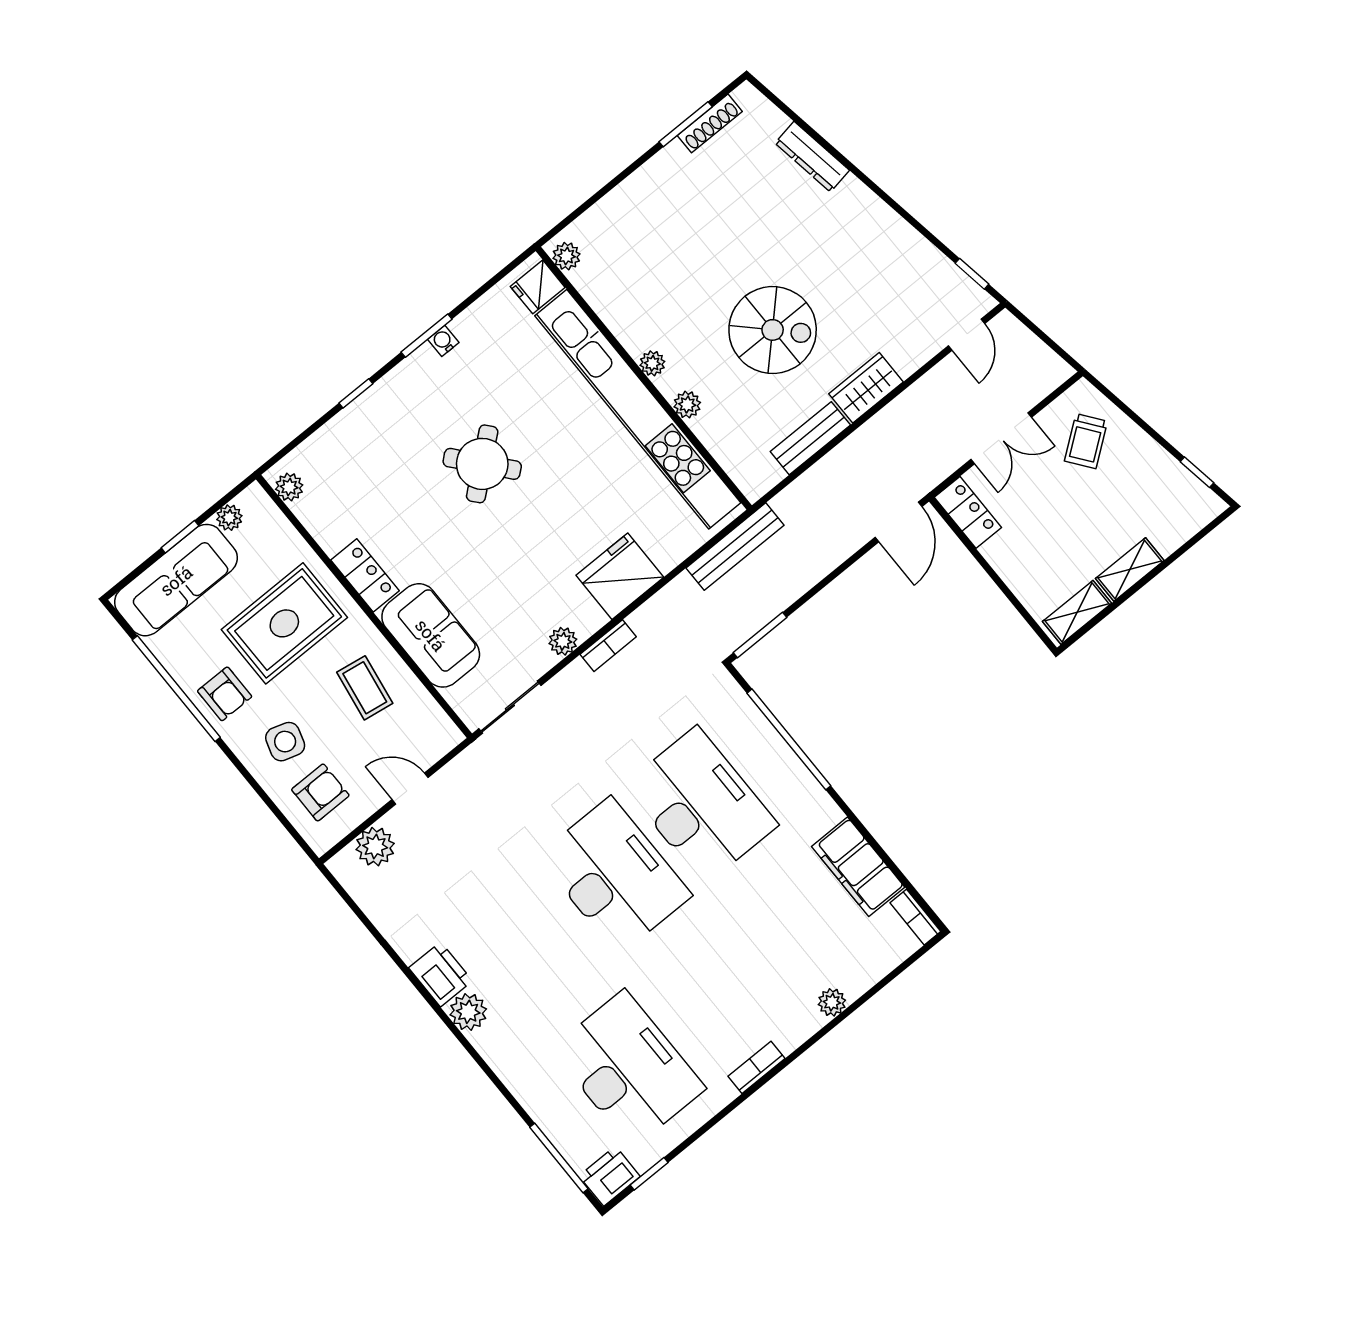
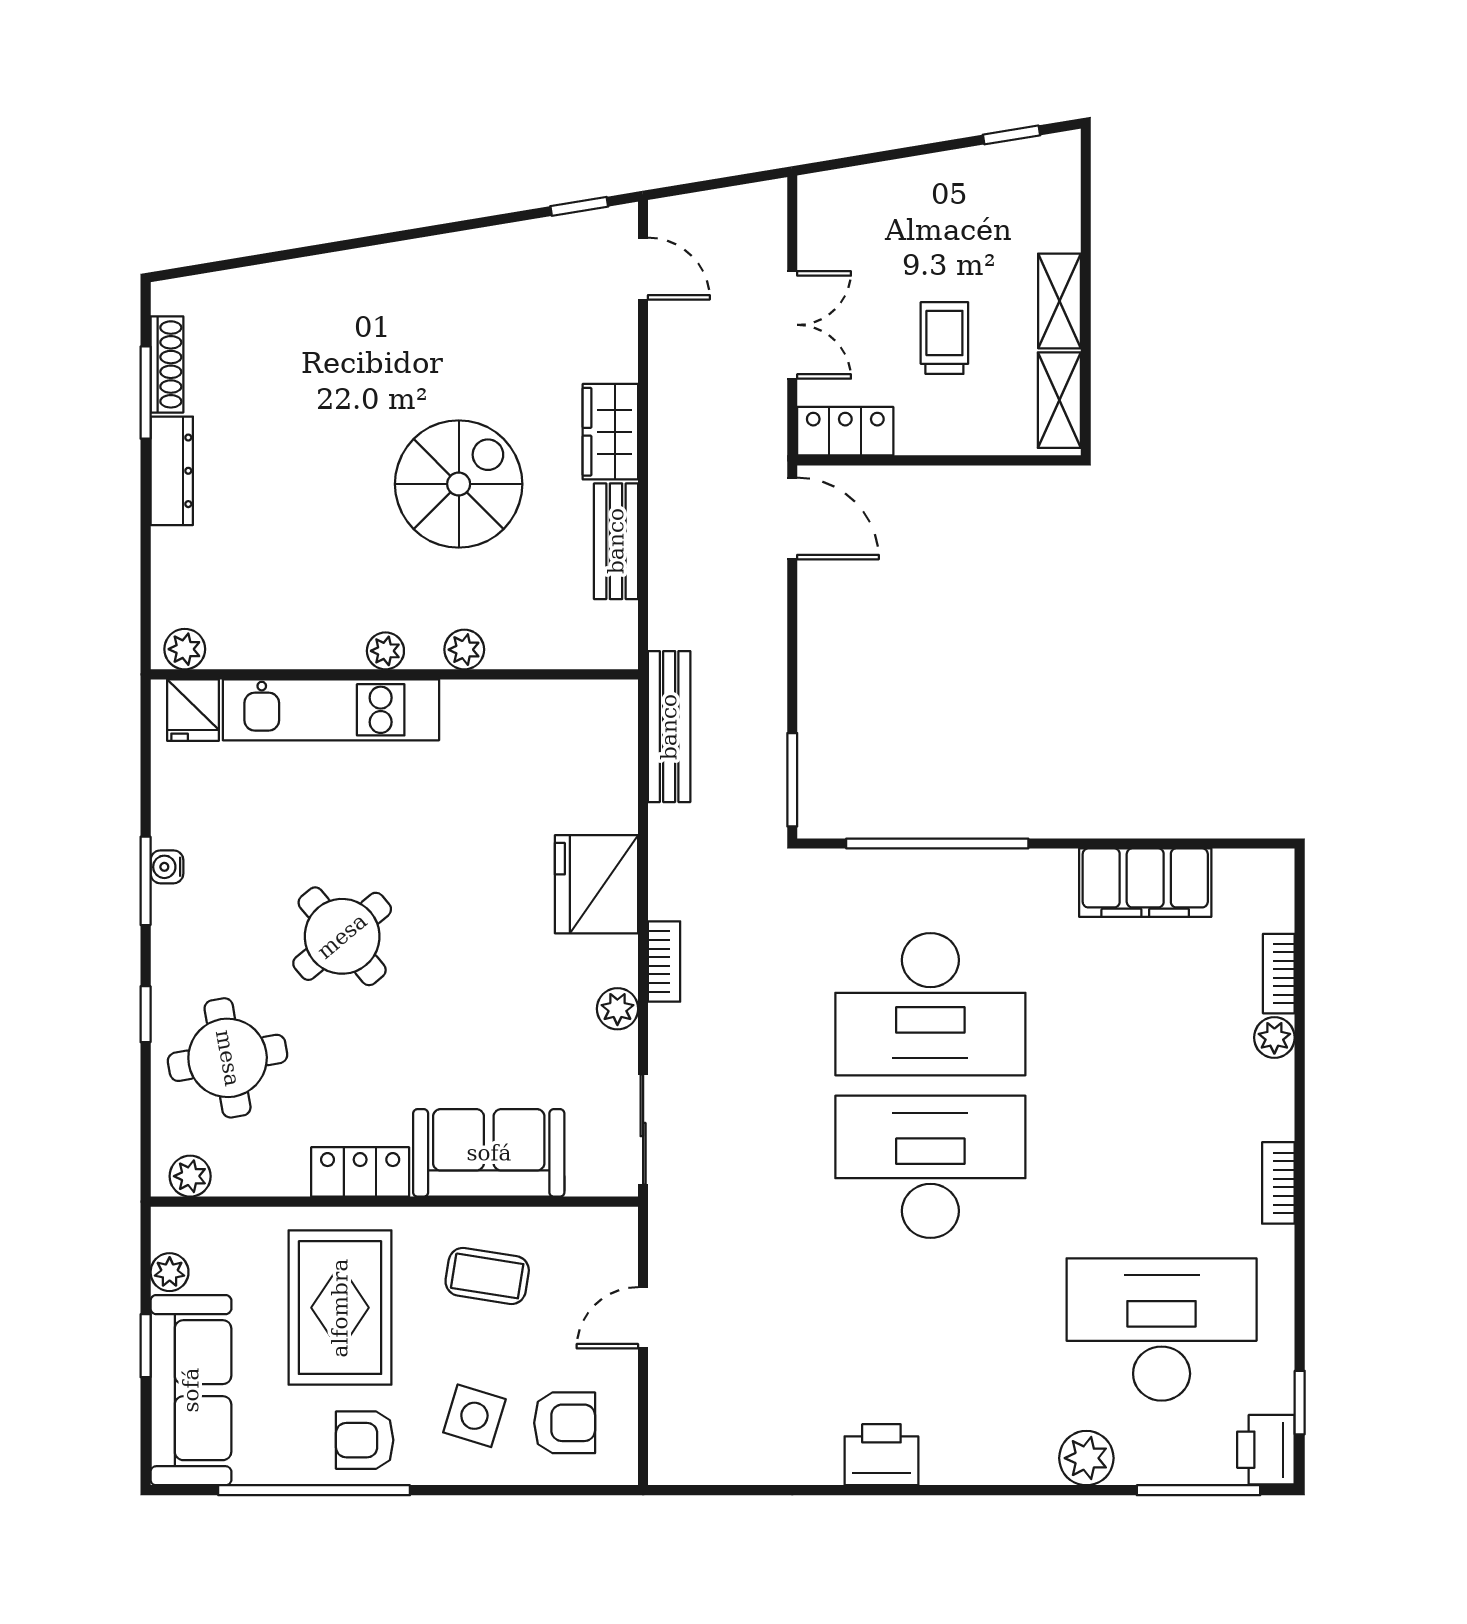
dresser: (812, 157) -> (172, 471), moved, turned -81
kitchen unit: (638, 409) -> (331, 710), width x0.54
trolley: (1086, 441) -> (944, 338), moved, turned -143
round table: (368, 456) -> (228, 1058), added
armchair: (225, 694) -> (365, 1440), turned 180
armchair: (320, 792) -> (565, 1423), turned 90
desk: (701, 805) -> (930, 1004), turned 180
plant: (375, 847) -> (676, 1411), removed
bookcase: (915, 917) -> (1279, 974), moved, turned 90
plant: (468, 1012) -> (1086, 1458), moved

